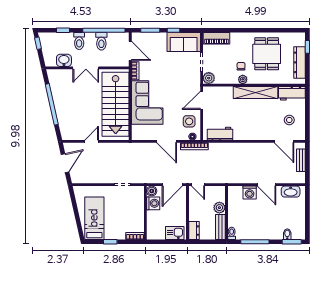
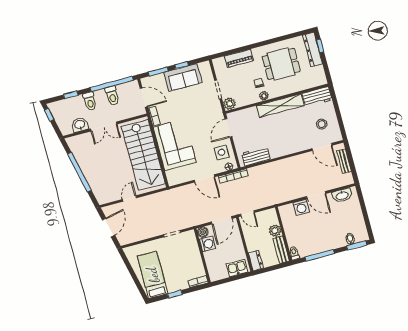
piano: (216, 38) -> (239, 58), moved
sofa: (184, 42) -> (183, 77), moved
dining table: (267, 54) -> (281, 64), turned 90
dresser: (300, 62) -> (313, 49), moved

